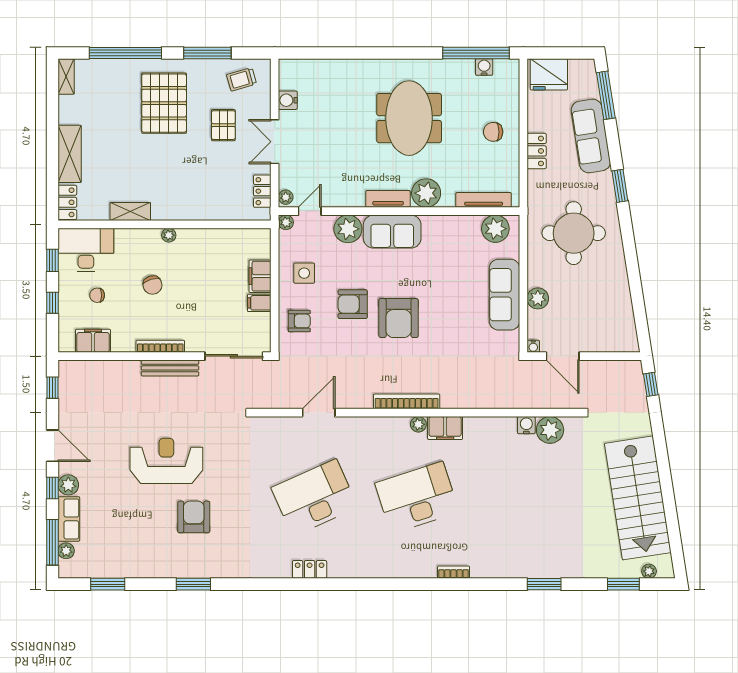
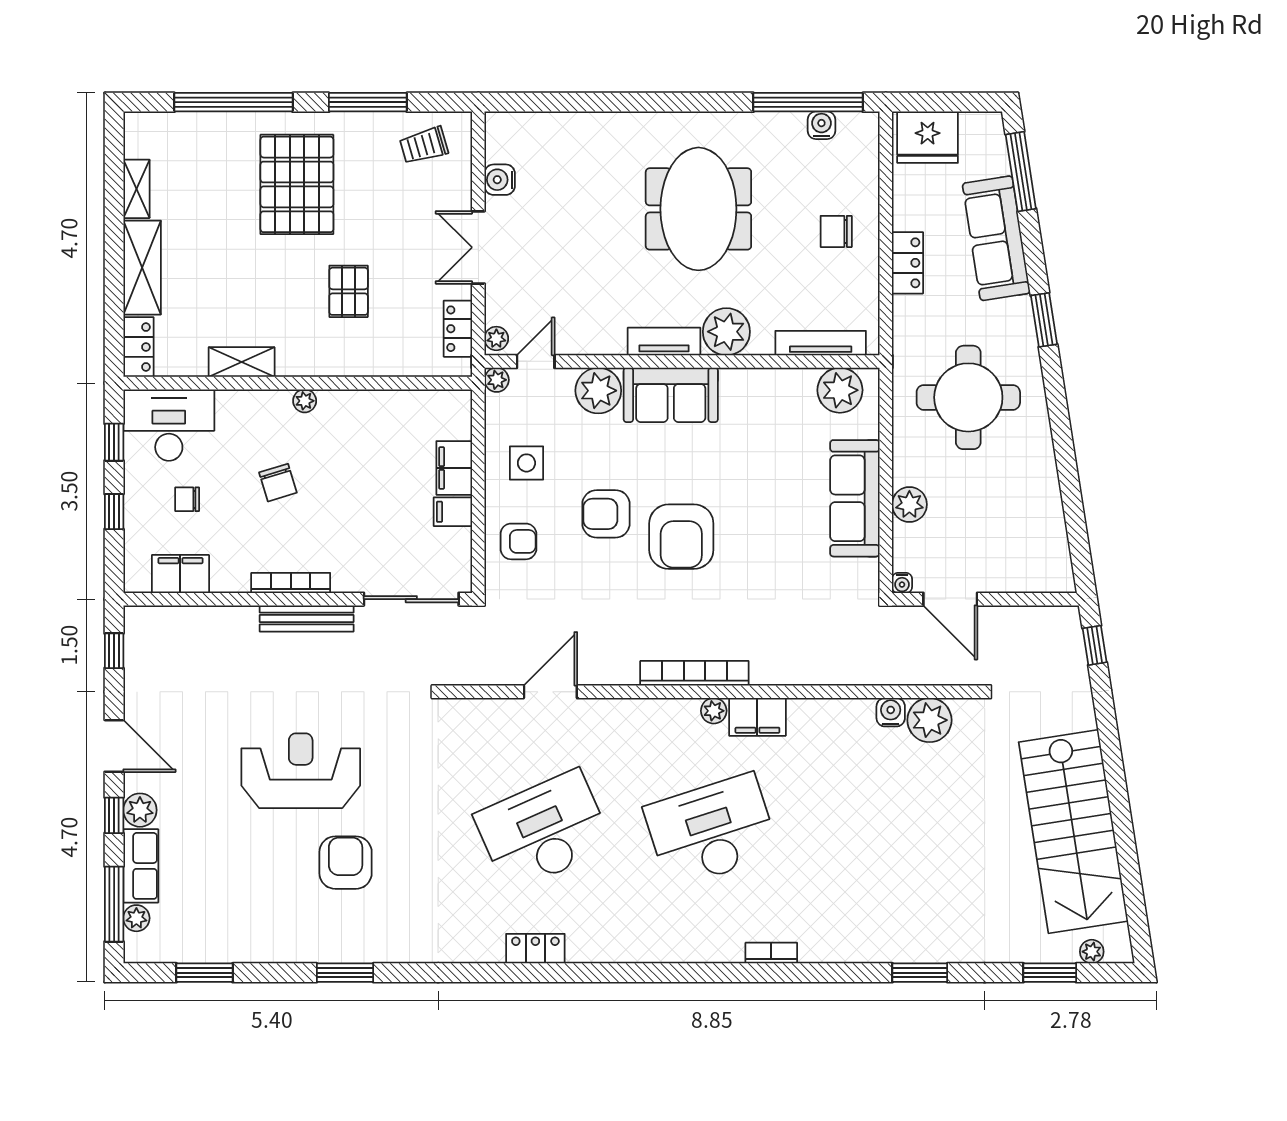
shelving: (66, 76) -> (136, 189), moved
pallet: (223, 125) -> (349, 291), moved

